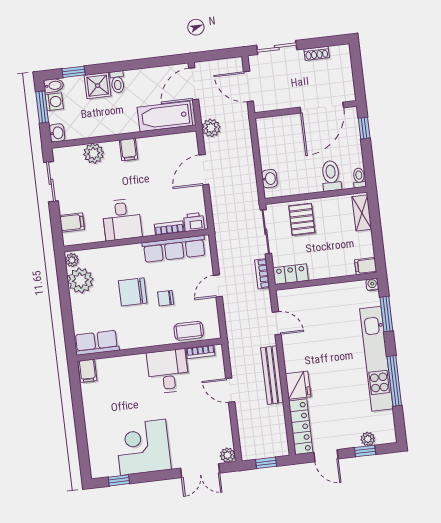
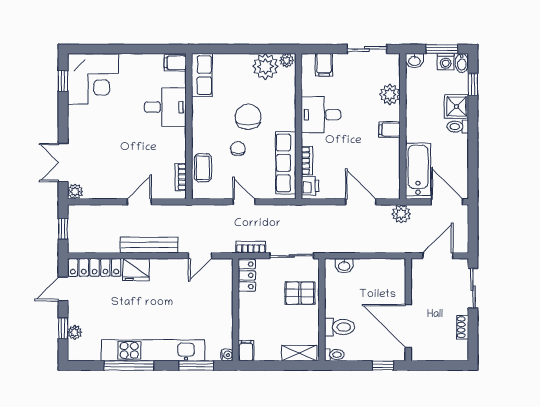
desk: (168, 371) -> (165, 107), moved
corner desk: (143, 447) -> (93, 79), moved, turned 90

